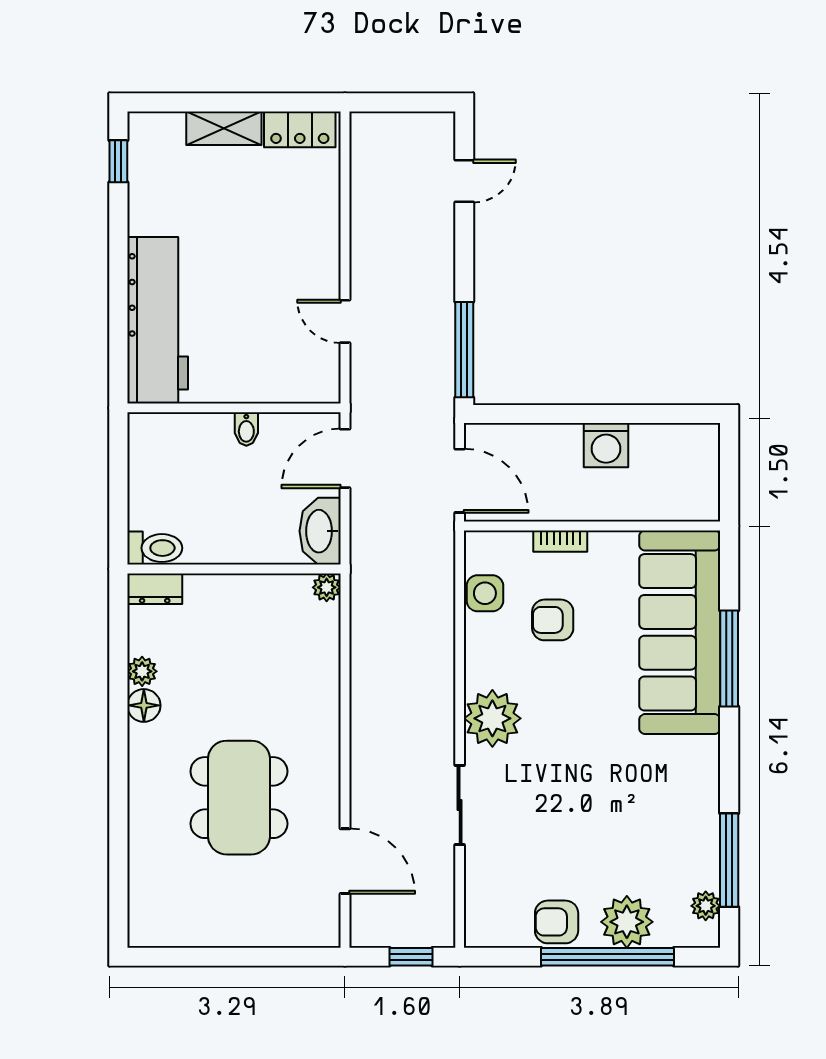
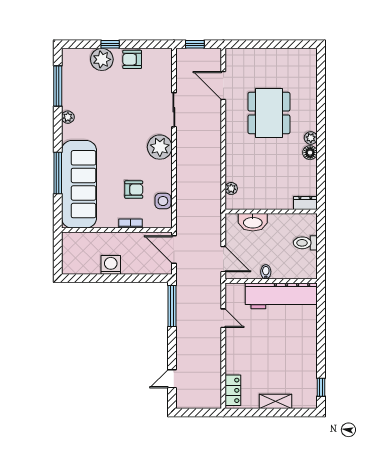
locker: (300, 129) -> (233, 390), moved, turned 90
workbench: (158, 320) -> (281, 296), moved, turned -90
door: (345, 458) -> (223, 259), hinge flipped
washbasin: (320, 531) -> (253, 222), moved, turned 90
toilet: (155, 548) -> (305, 243), moved
plant: (327, 587) -> (231, 188), moved
plant: (142, 671) -> (311, 138), moved
plant: (706, 906) -> (68, 117), moved
armchair: (557, 922) -> (132, 59), turned 180
window: (607, 957) -> (110, 44), width x0.32

